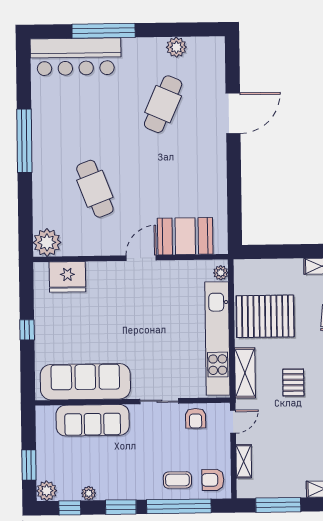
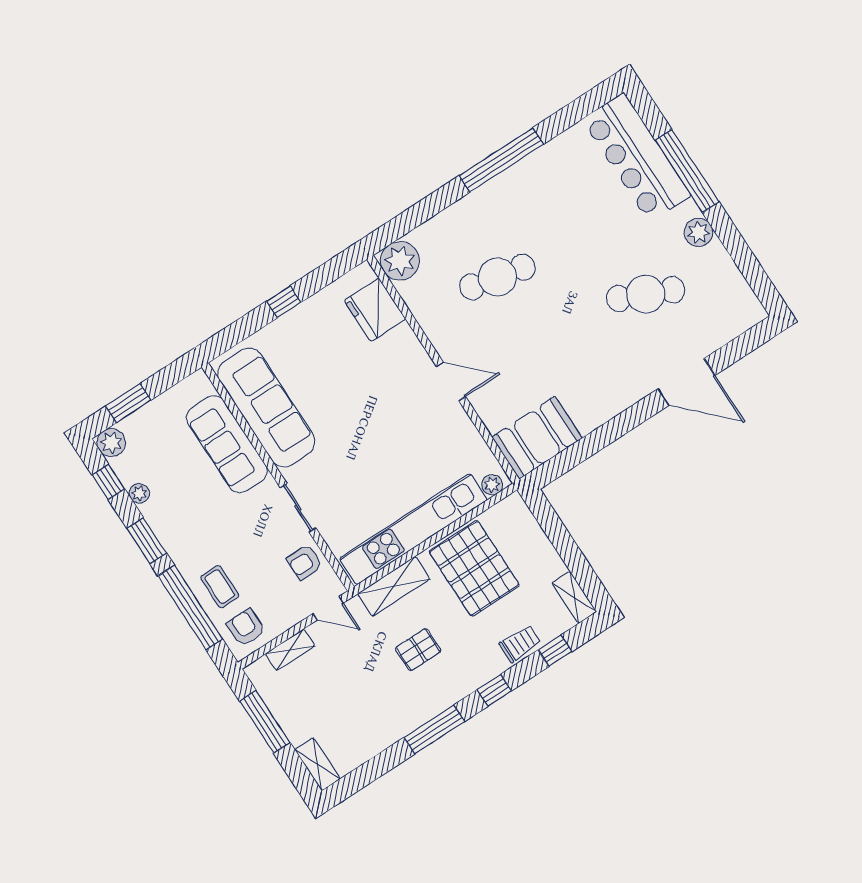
plant: (176, 47) -> (698, 232), moved
cafe table: (95, 189) -> (497, 277), turned 33
booth: (185, 236) -> (537, 438), moved, turned 90

